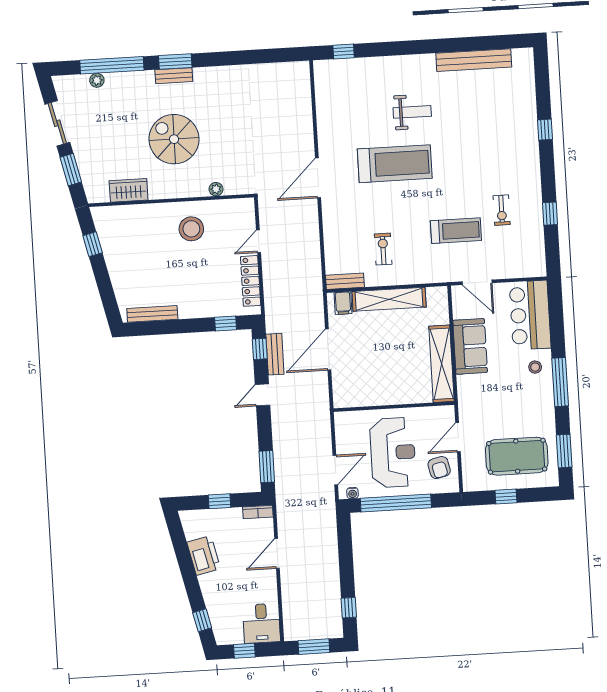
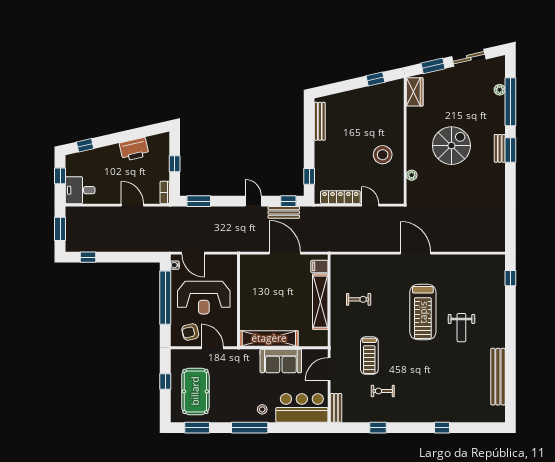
wardrobe: (129, 190) -> (415, 92), moved
bench: (345, 281) -> (336, 408), moved

